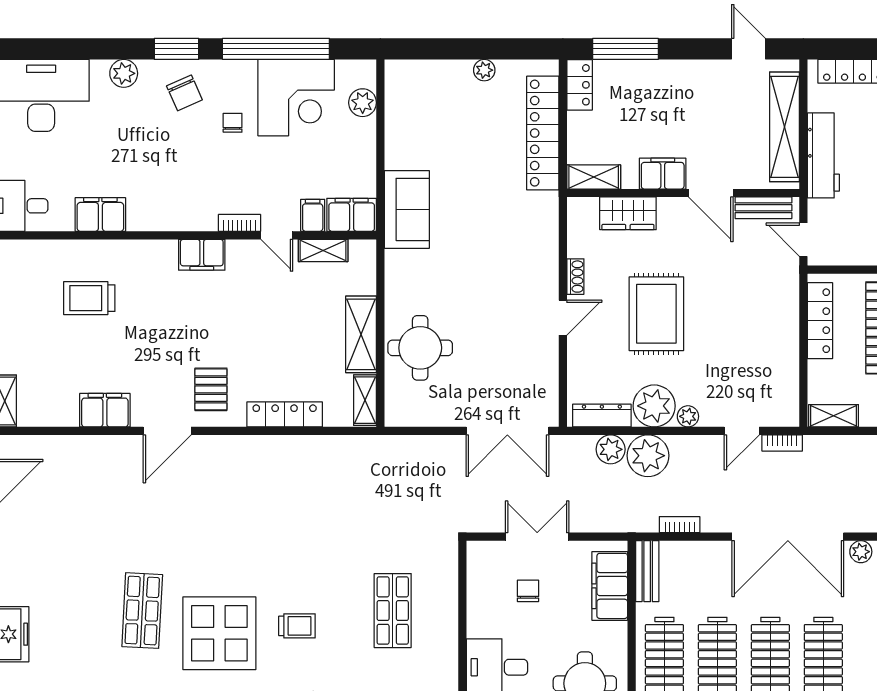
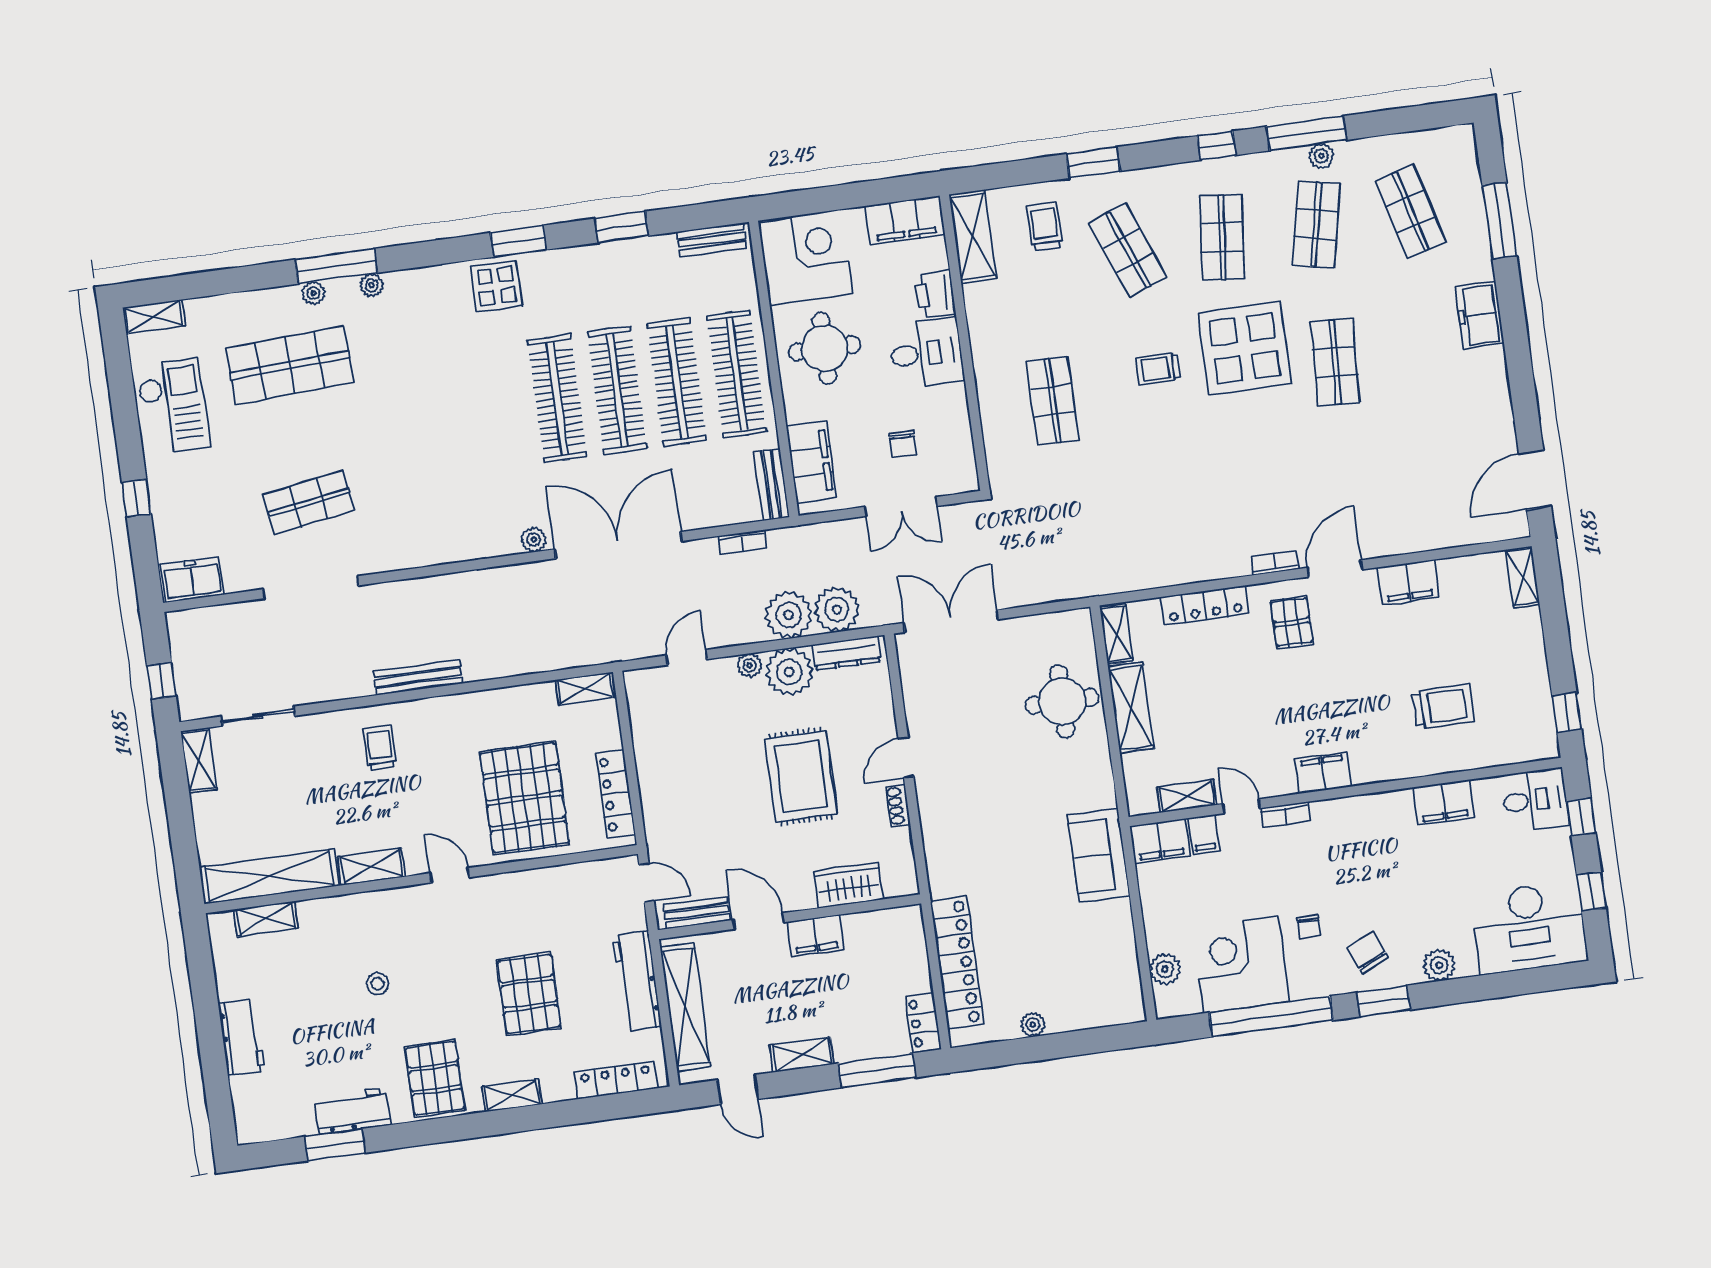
shelving: (594, 177) -> (802, 1055), moved
bookcase: (782, 443) -> (1275, 563), moved
plant: (611, 449) -> (837, 610), width x1.36, depth x1.36

